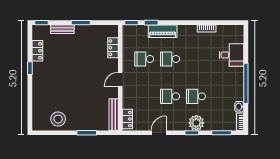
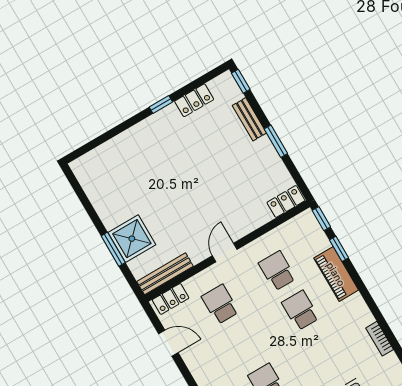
locker: (113, 48) -> (286, 201), moved
door: (120, 79) -> (225, 252), hinge flipped
school desk: (170, 96) -> (220, 304), moved
stool: (58, 119) -> (108, 193), removed
shower: (87, 121) -> (132, 239), added
door: (159, 133) -> (168, 343), moved

